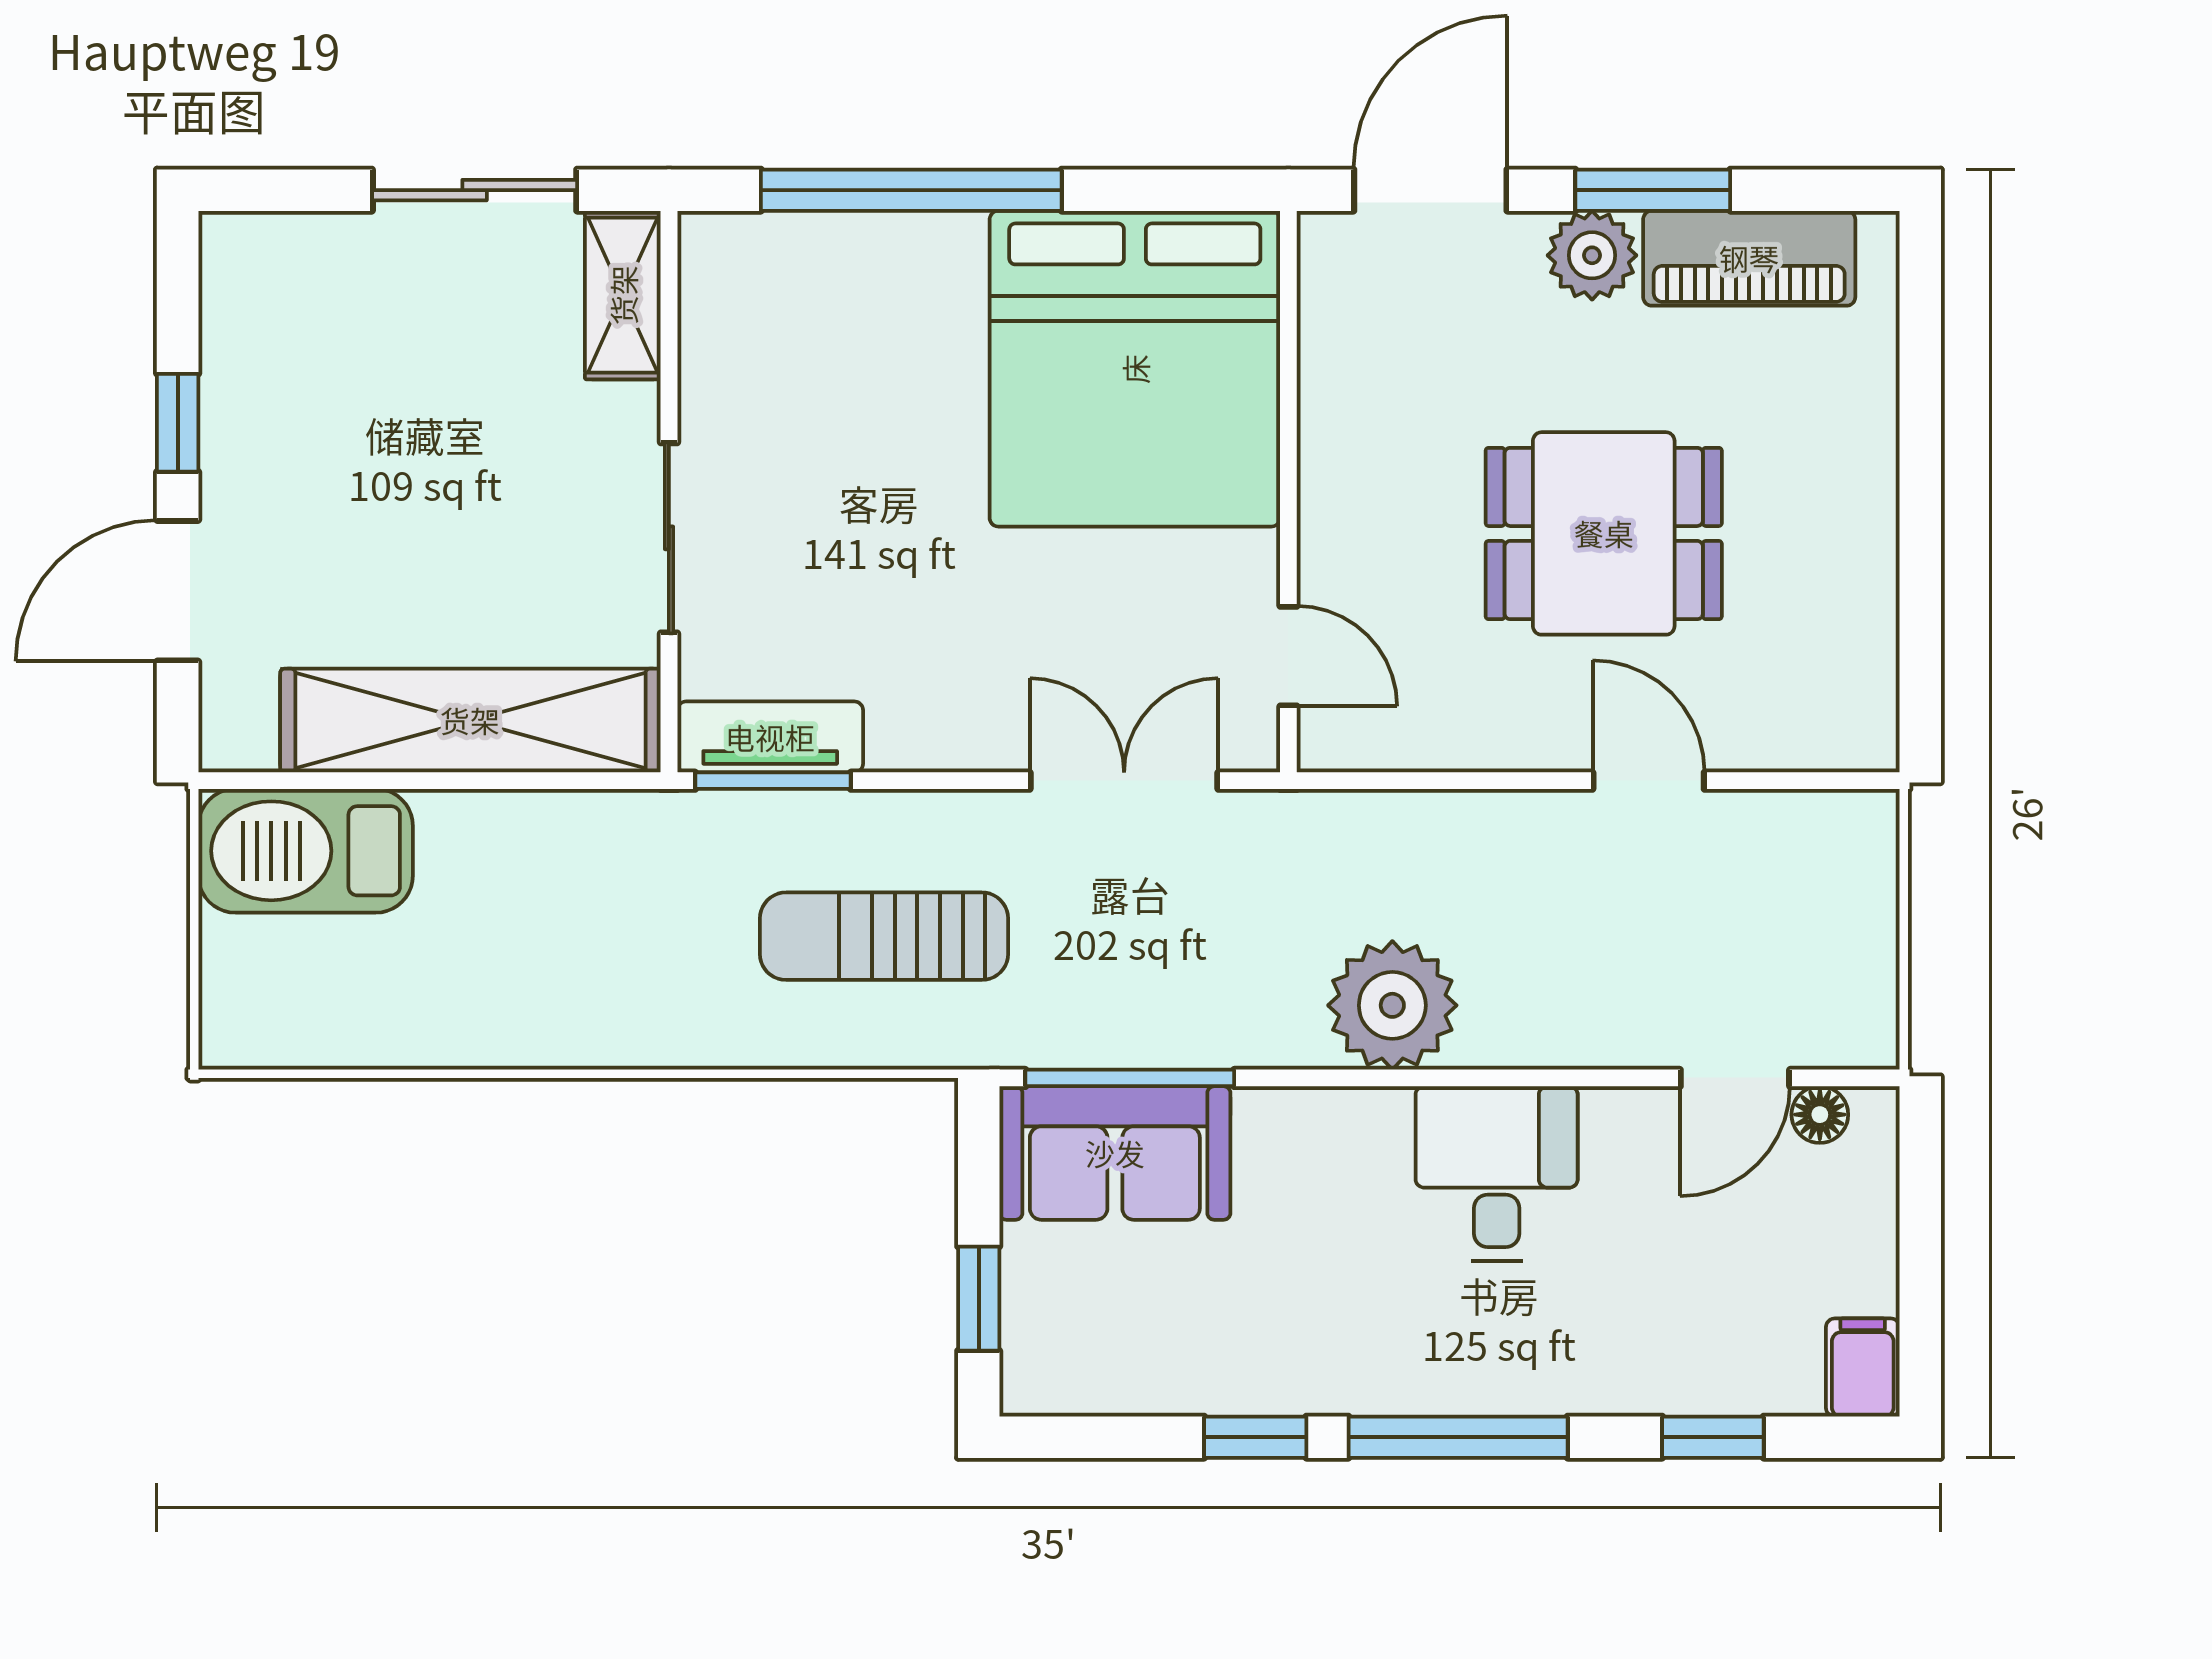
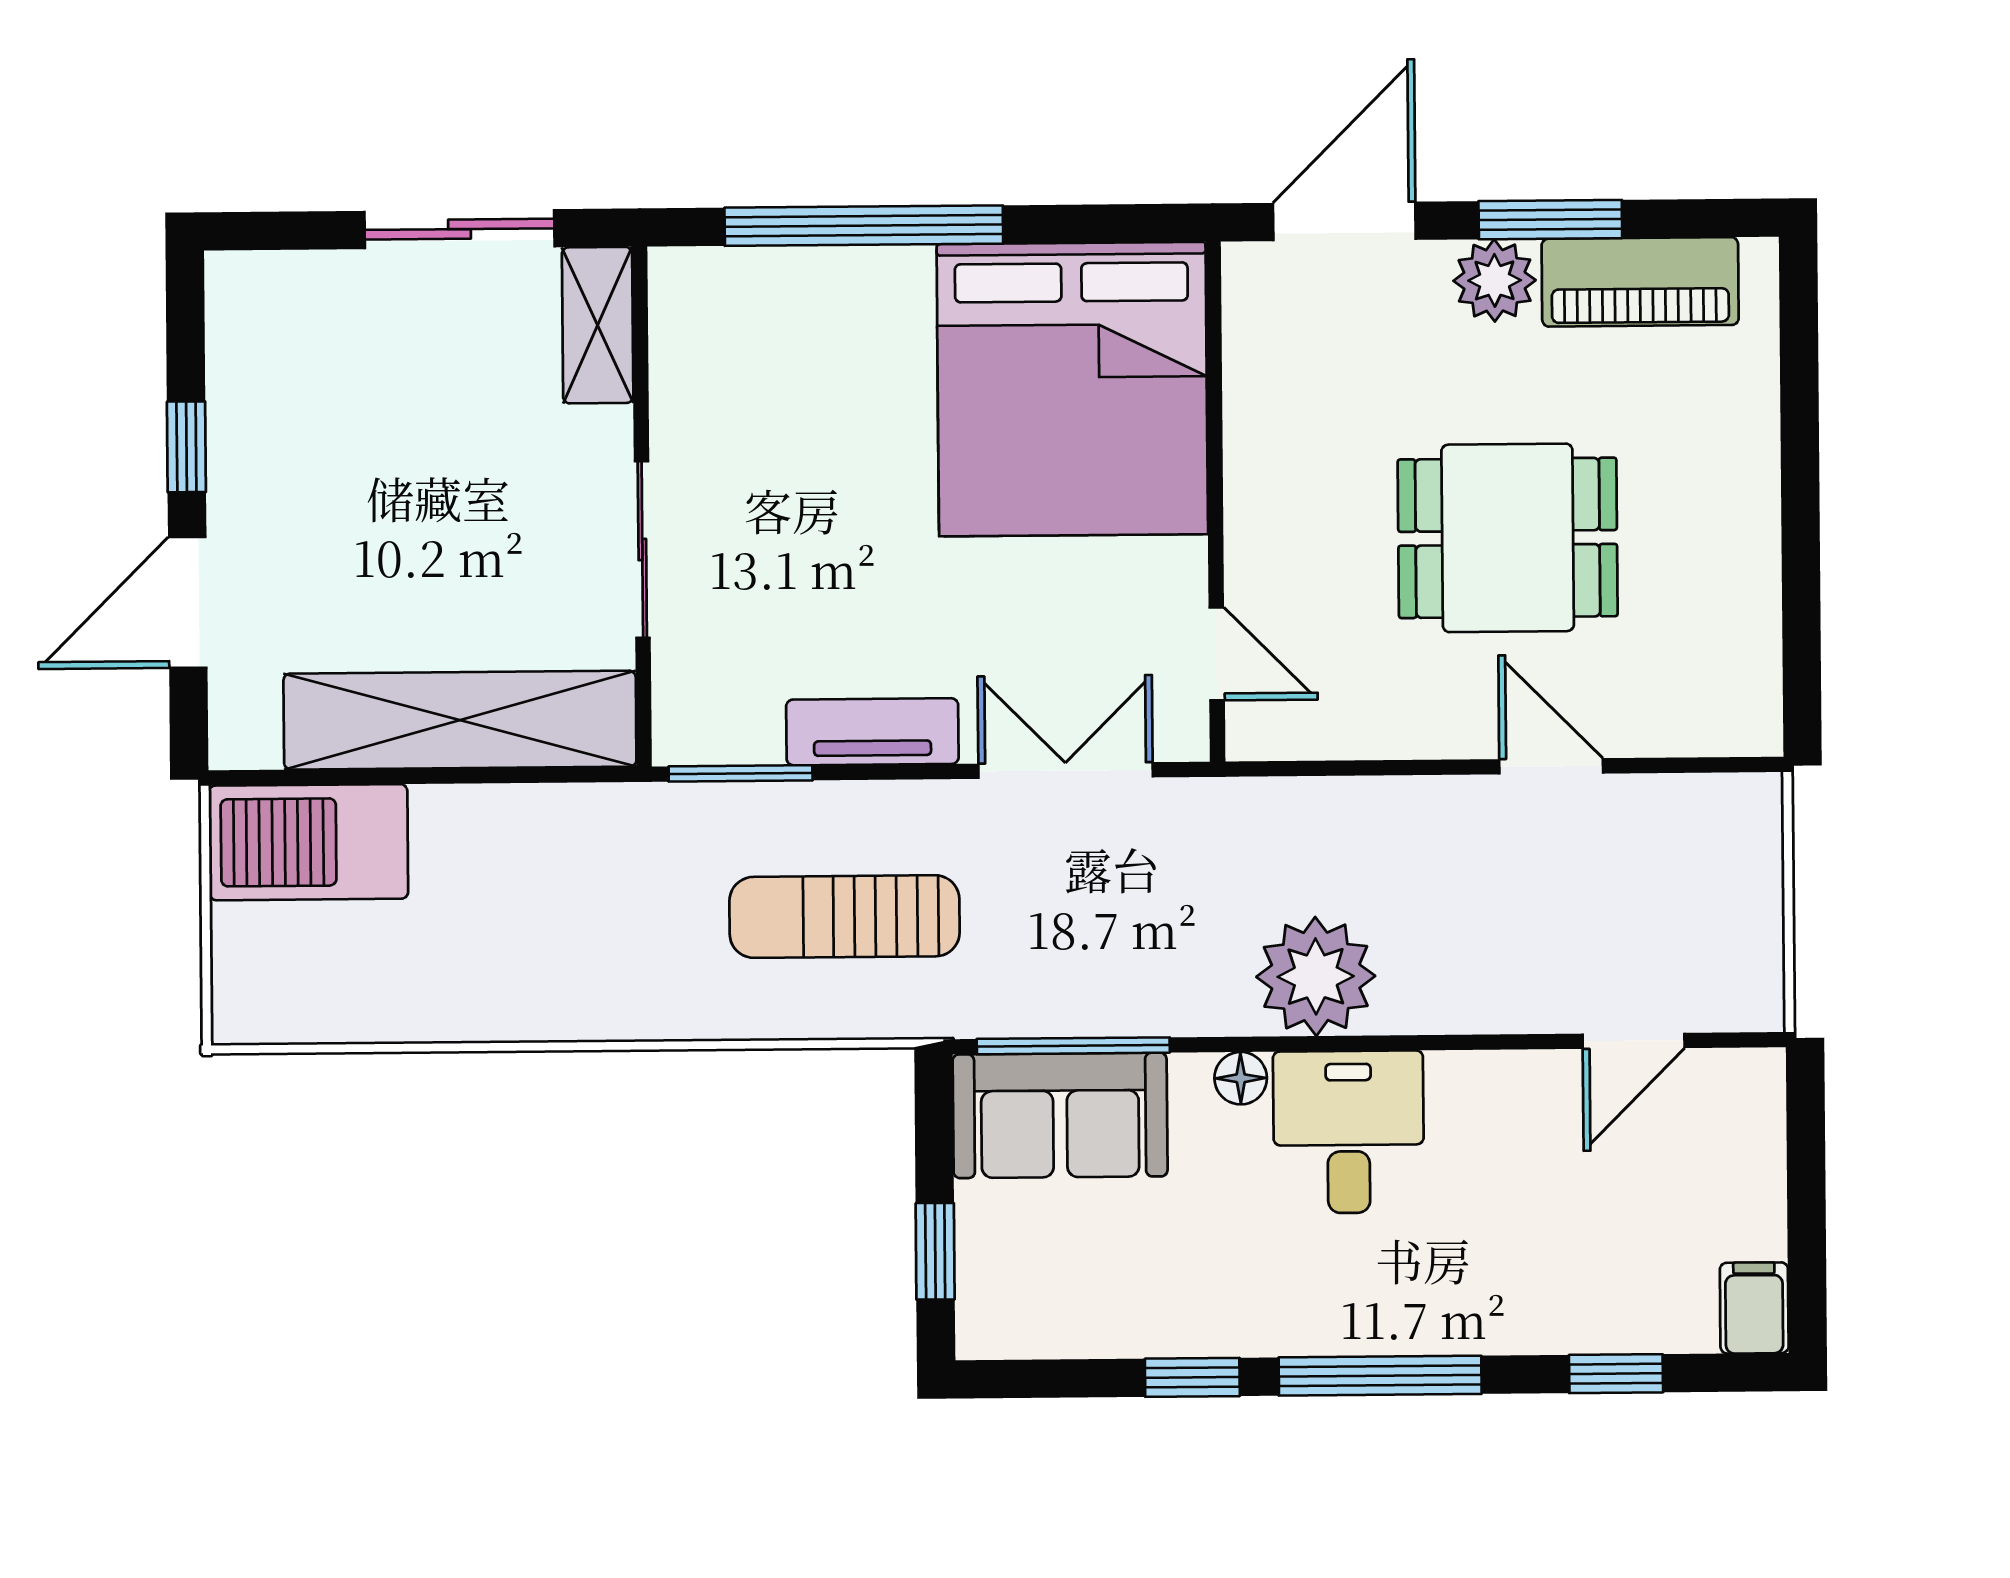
tv unit: (770, 737) -> (872, 732), moved
floor lamp: (1820, 1115) -> (1241, 1078), moved
desk: (1497, 1174) -> (1349, 1132), moved

